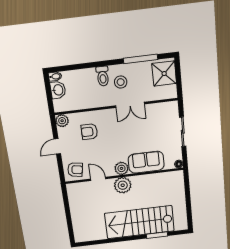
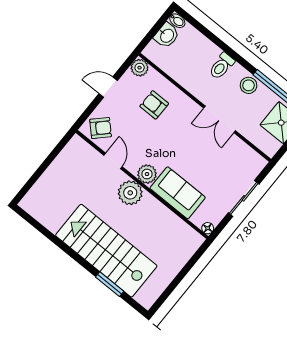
stool: (121, 82) -> (249, 85), moved
armchair: (75, 170) -> (101, 128), turned -55

